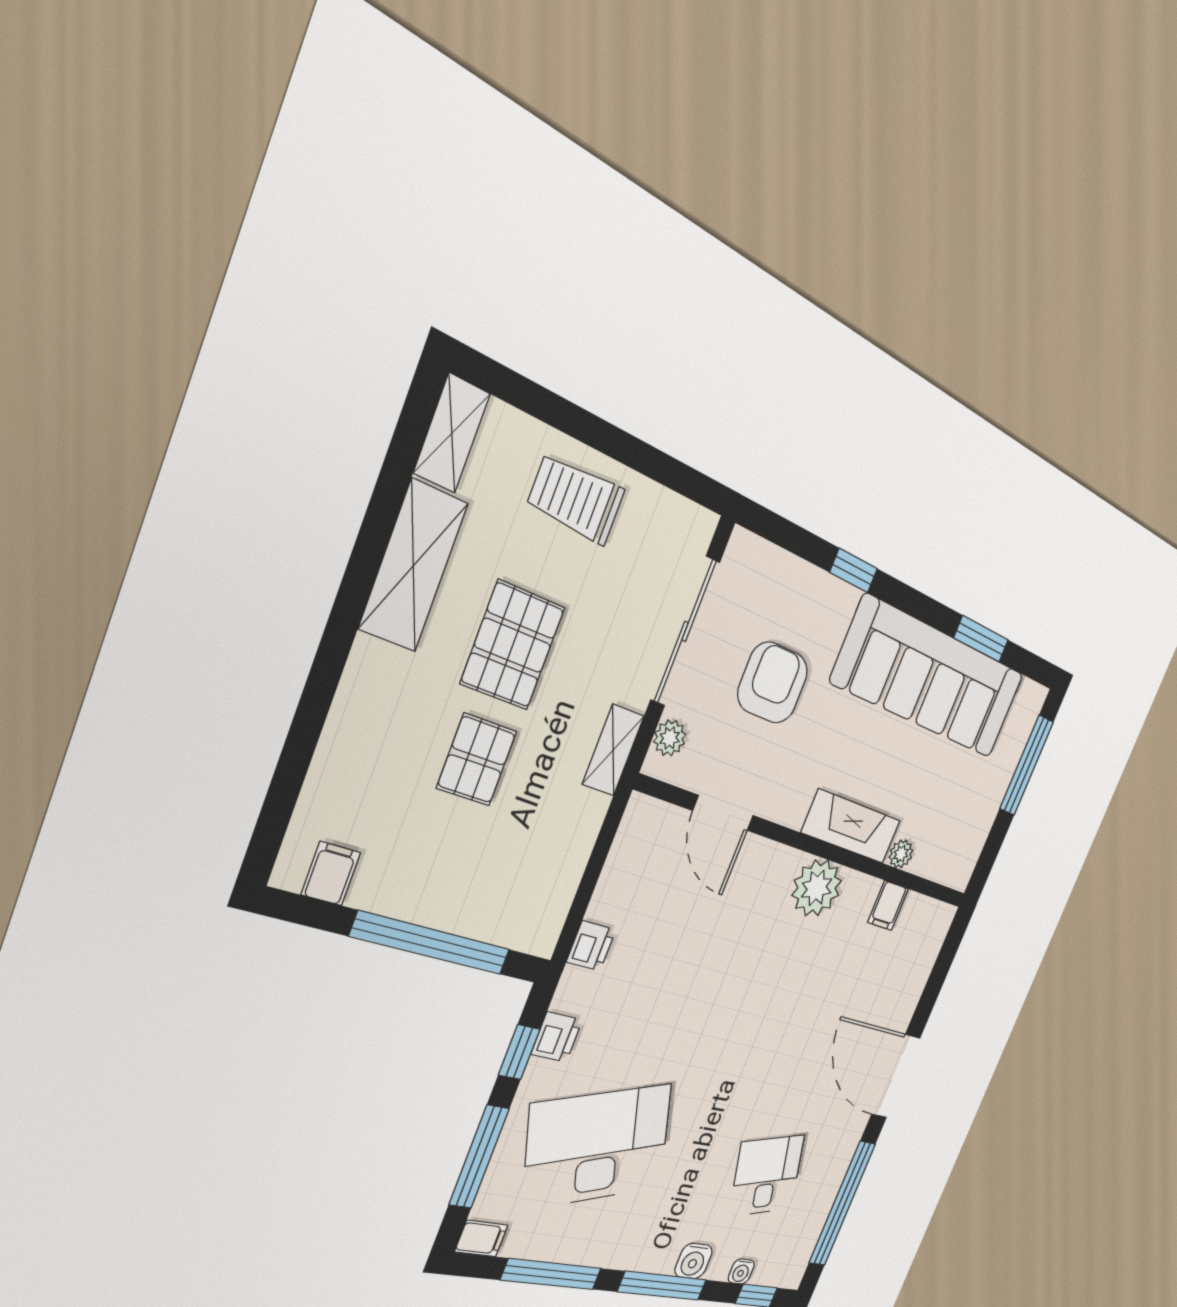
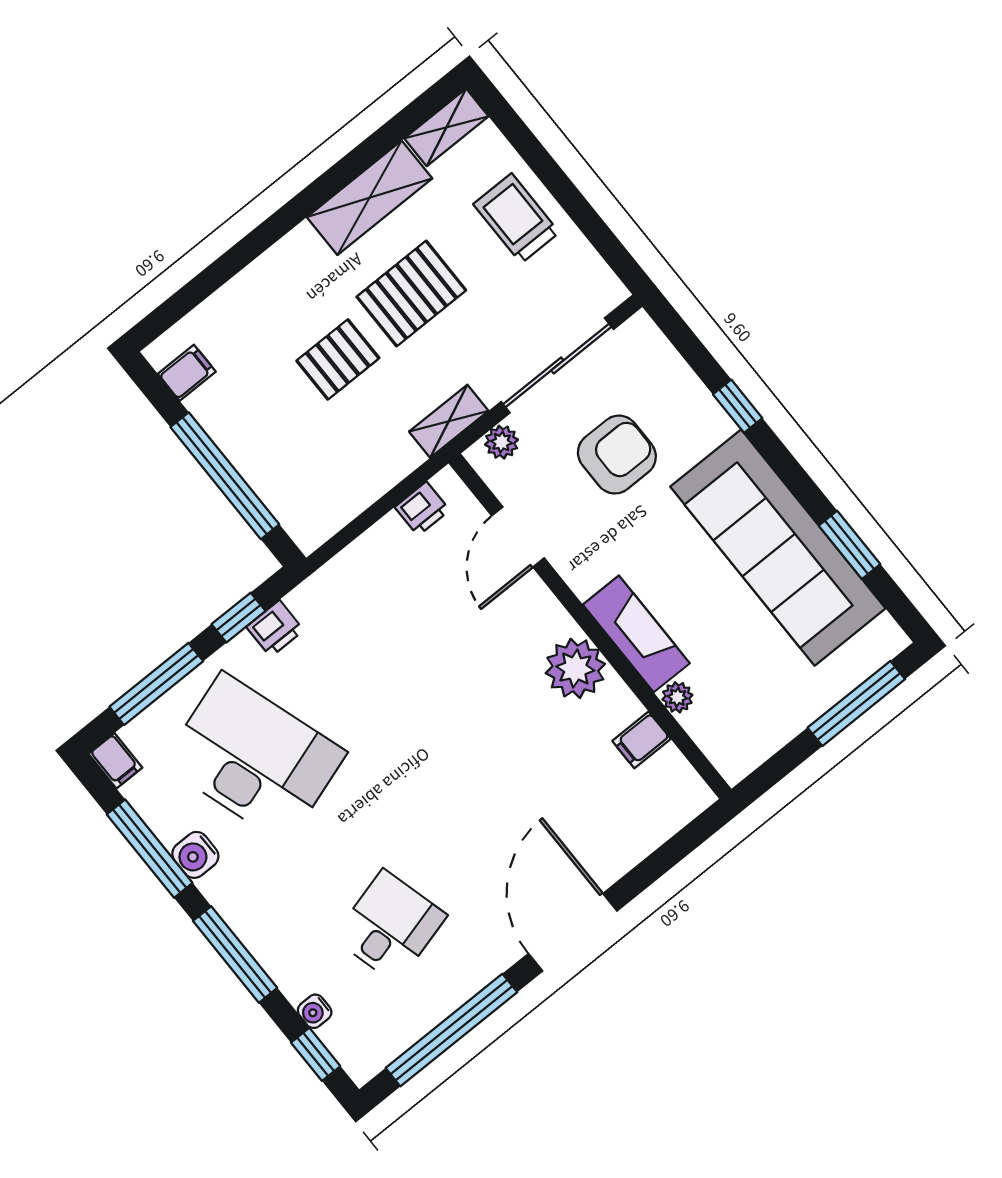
printer: (591, 946) -> (422, 509), moved
water cooler: (694, 1261) -> (195, 855), moved

